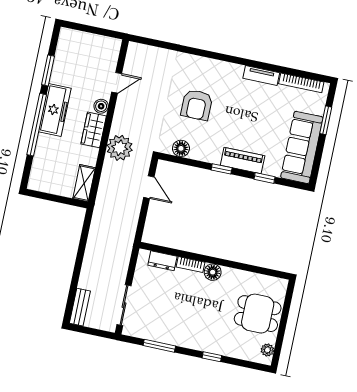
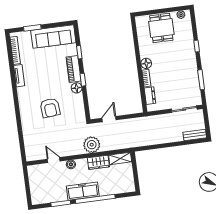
armchair: (197, 105) -> (50, 108), turned 85
wardrobe: (94, 130) -> (98, 162), moved
floor lamp: (181, 148) -> (77, 88), moved

